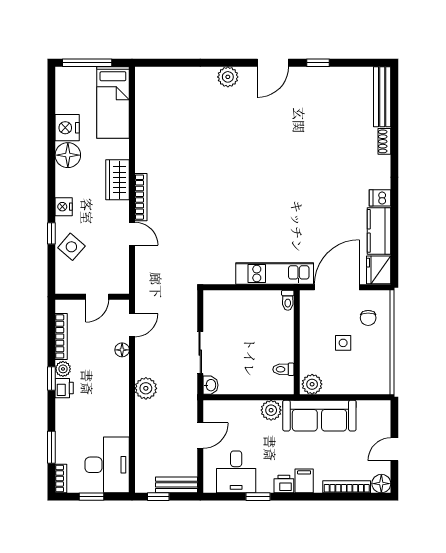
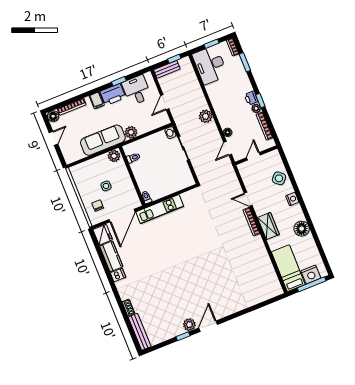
plant: (228, 77) -> (189, 325), moved
nightstand: (67, 128) -> (311, 274), moved, turned 90
window: (51, 233) -> (293, 181), removed
printer: (284, 484) -> (113, 94), width x1.87, depth x1.48

